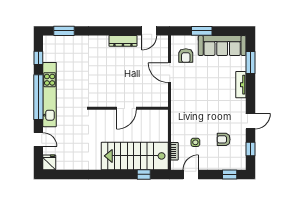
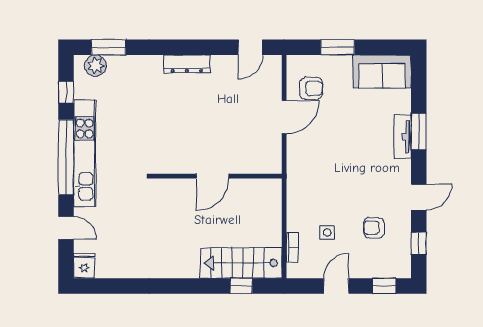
dresser: (123, 41) -> (187, 64), moved
plant: (56, 42) -> (96, 66), added
sofa: (222, 46) -> (382, 72), width x0.73
armchair: (186, 56) -> (311, 88), turned -90
window: (251, 63) -> (419, 131), moved
door: (170, 73) -> (284, 117), swing flipped
stairs: (135, 156) -> (241, 263), width x0.73, depth x0.66
door: (191, 174) -> (336, 286), moved

